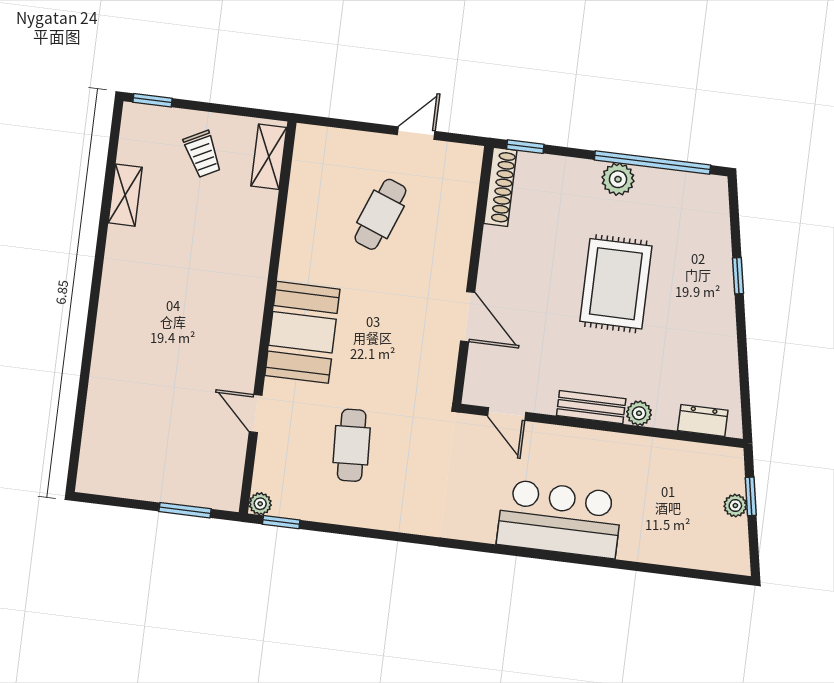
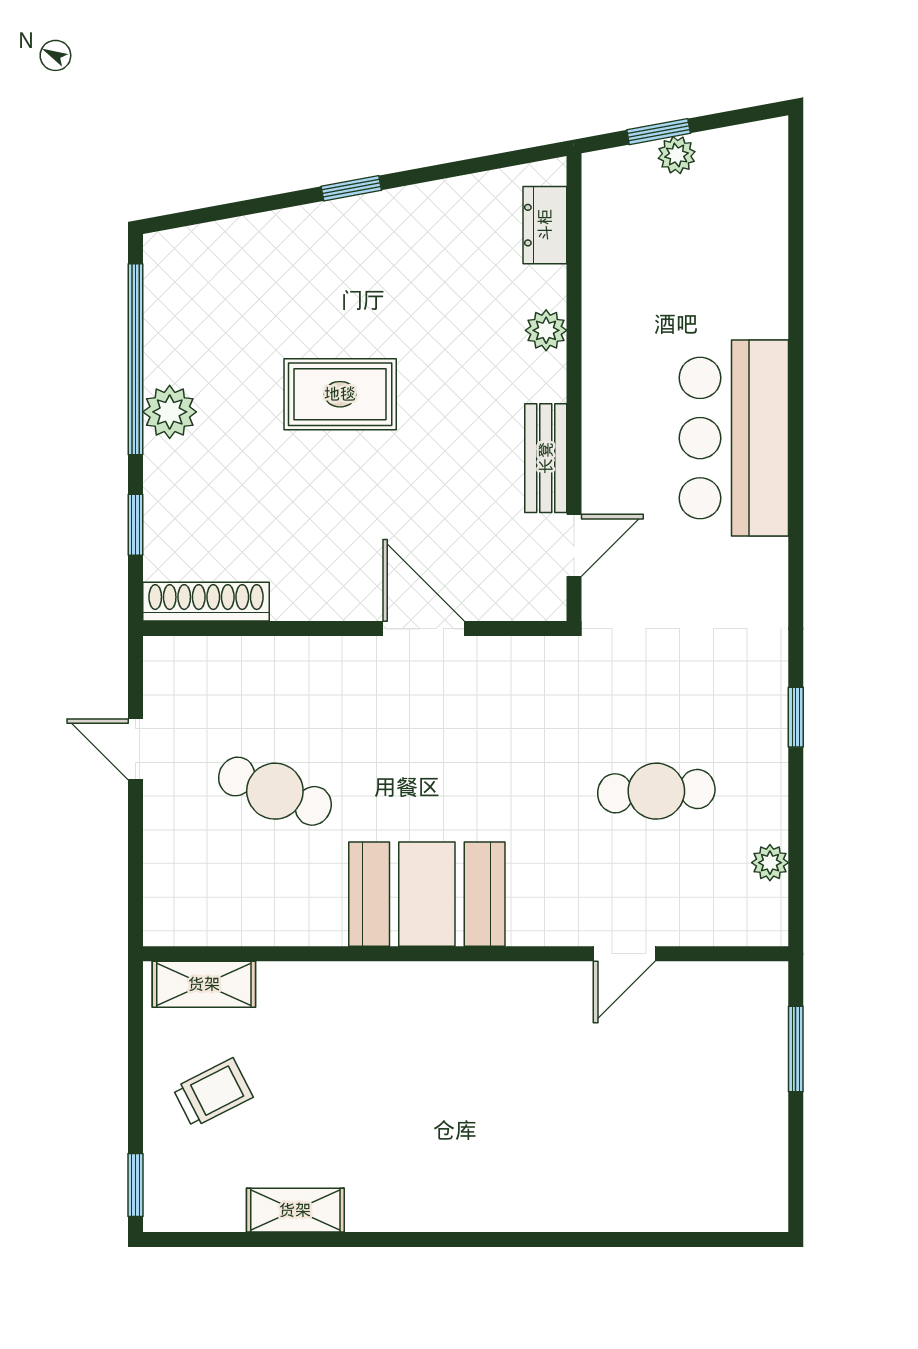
window: (525, 147) -> (136, 525), moved
window: (738, 276) -> (351, 188), moved
rug: (616, 284) -> (340, 394), width x0.73, depth x0.70
door: (468, 317) -> (424, 629), hinge flipped
booth: (302, 332) -> (427, 894), moved
bench: (591, 407) -> (546, 458), moved
plant: (260, 504) -> (770, 863), moved
window: (281, 522) -> (796, 717), moved

